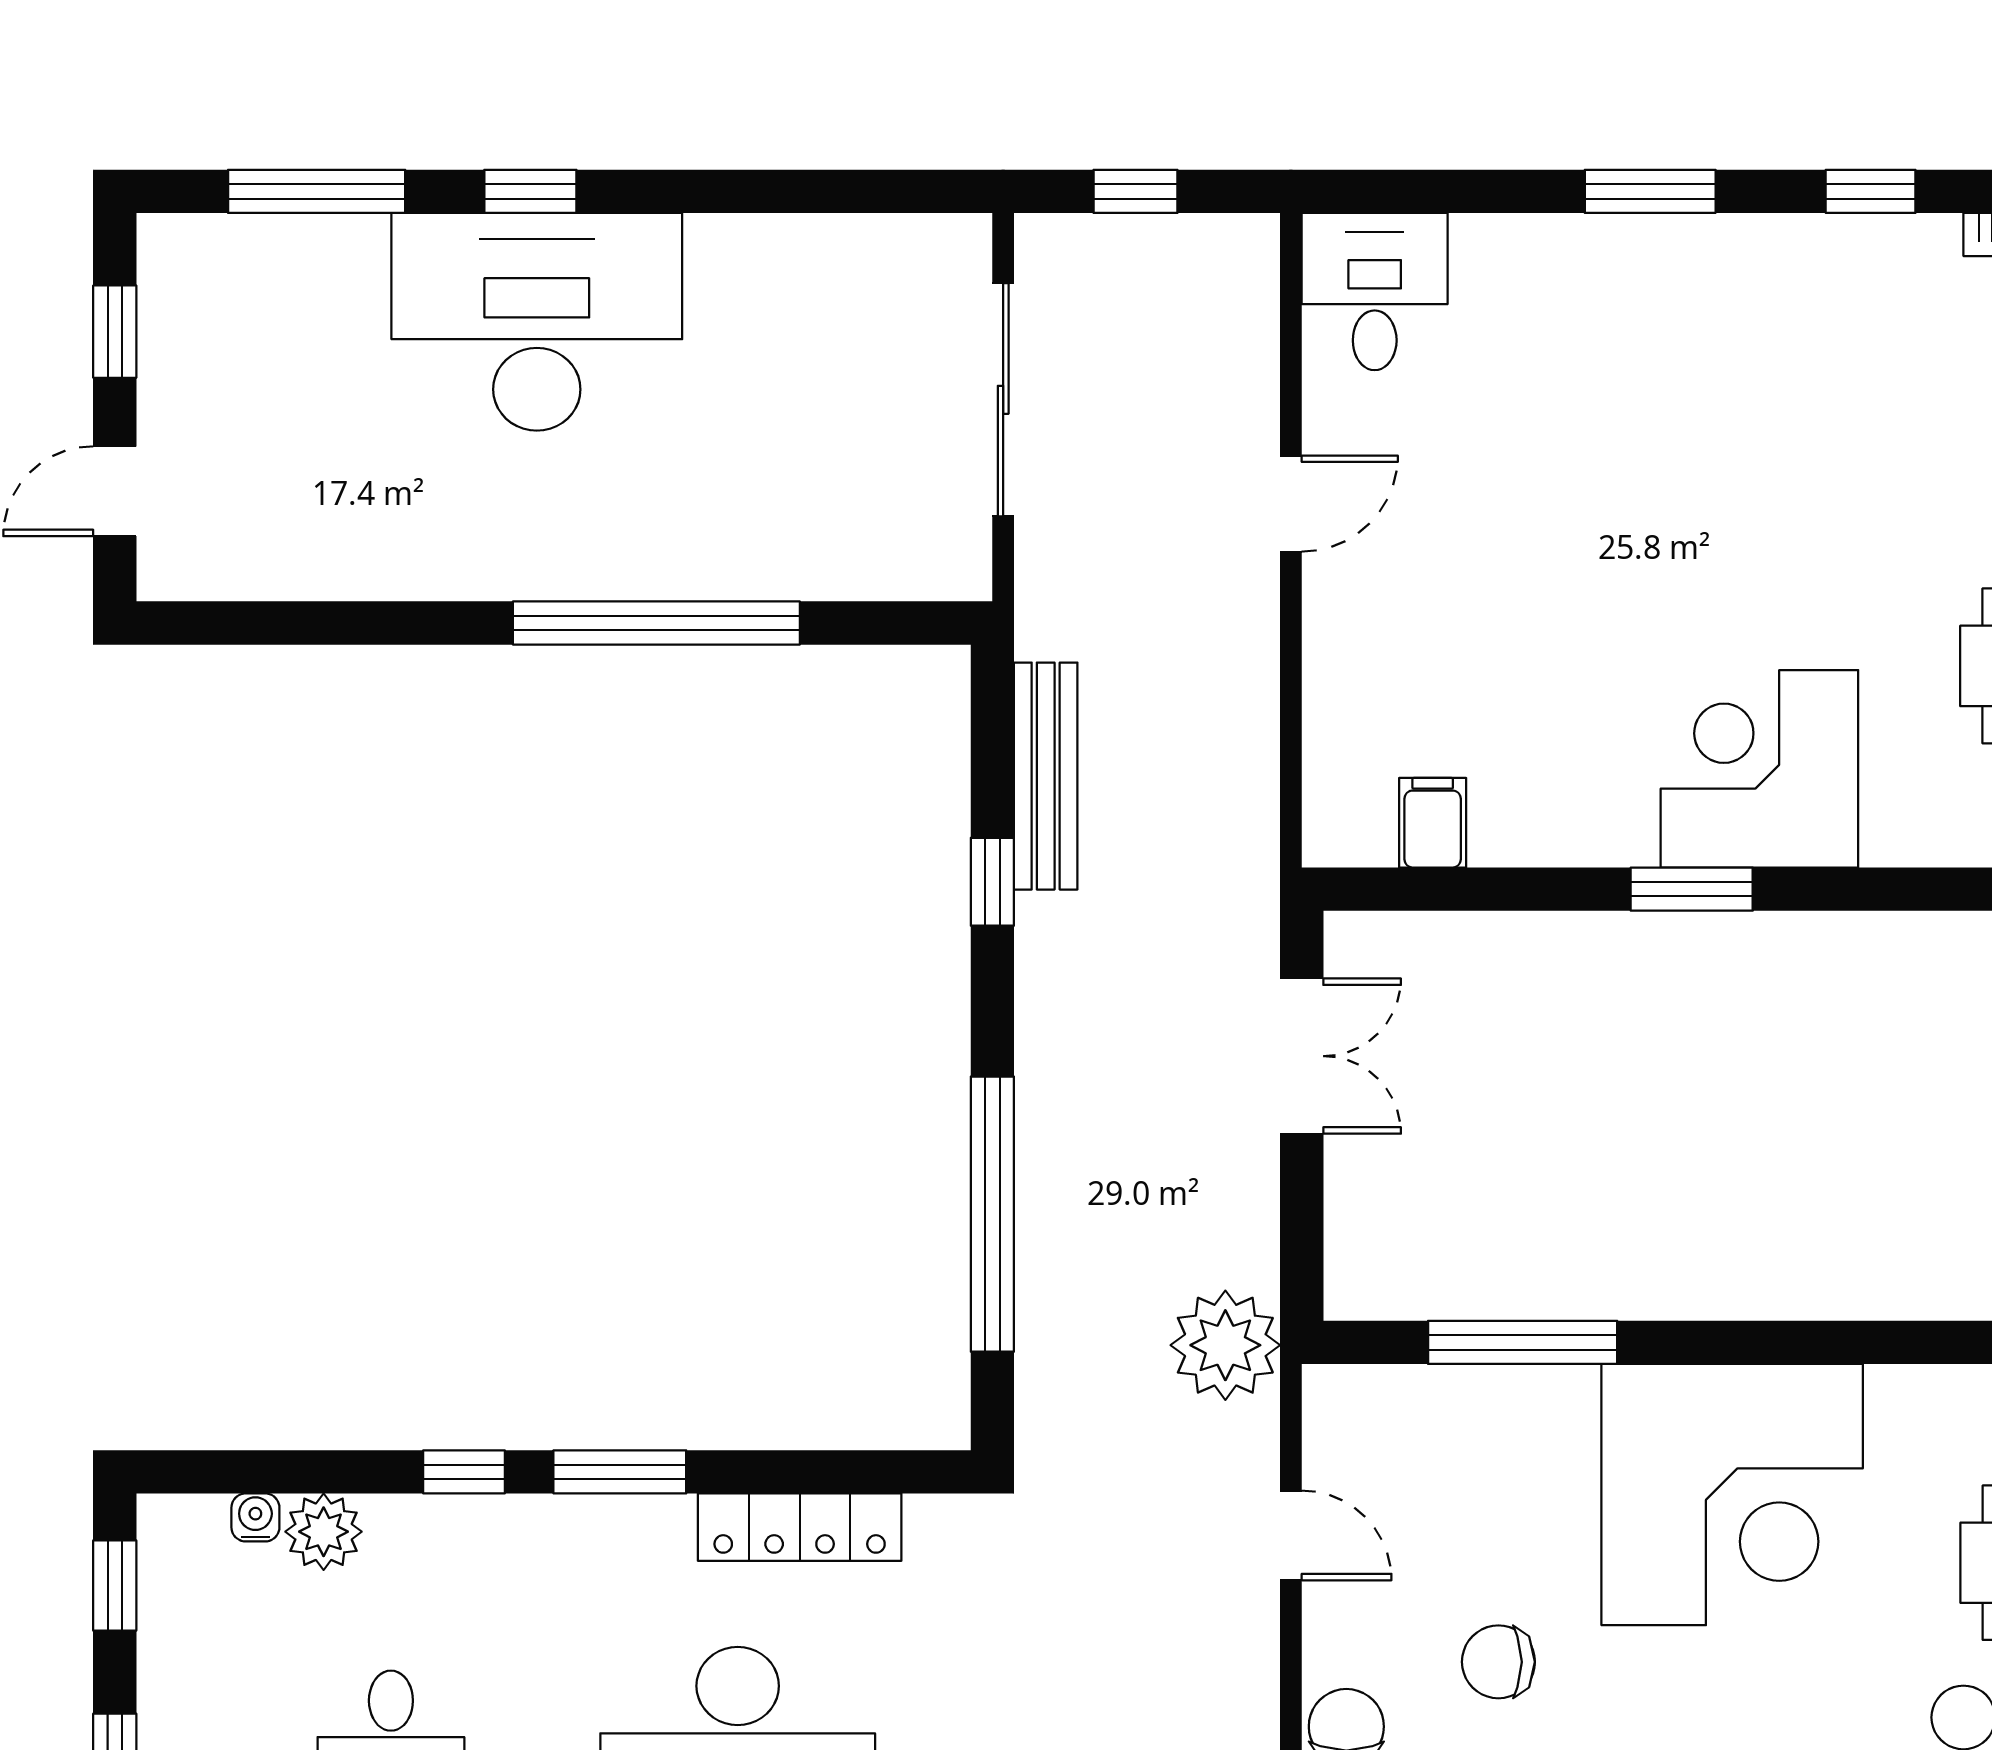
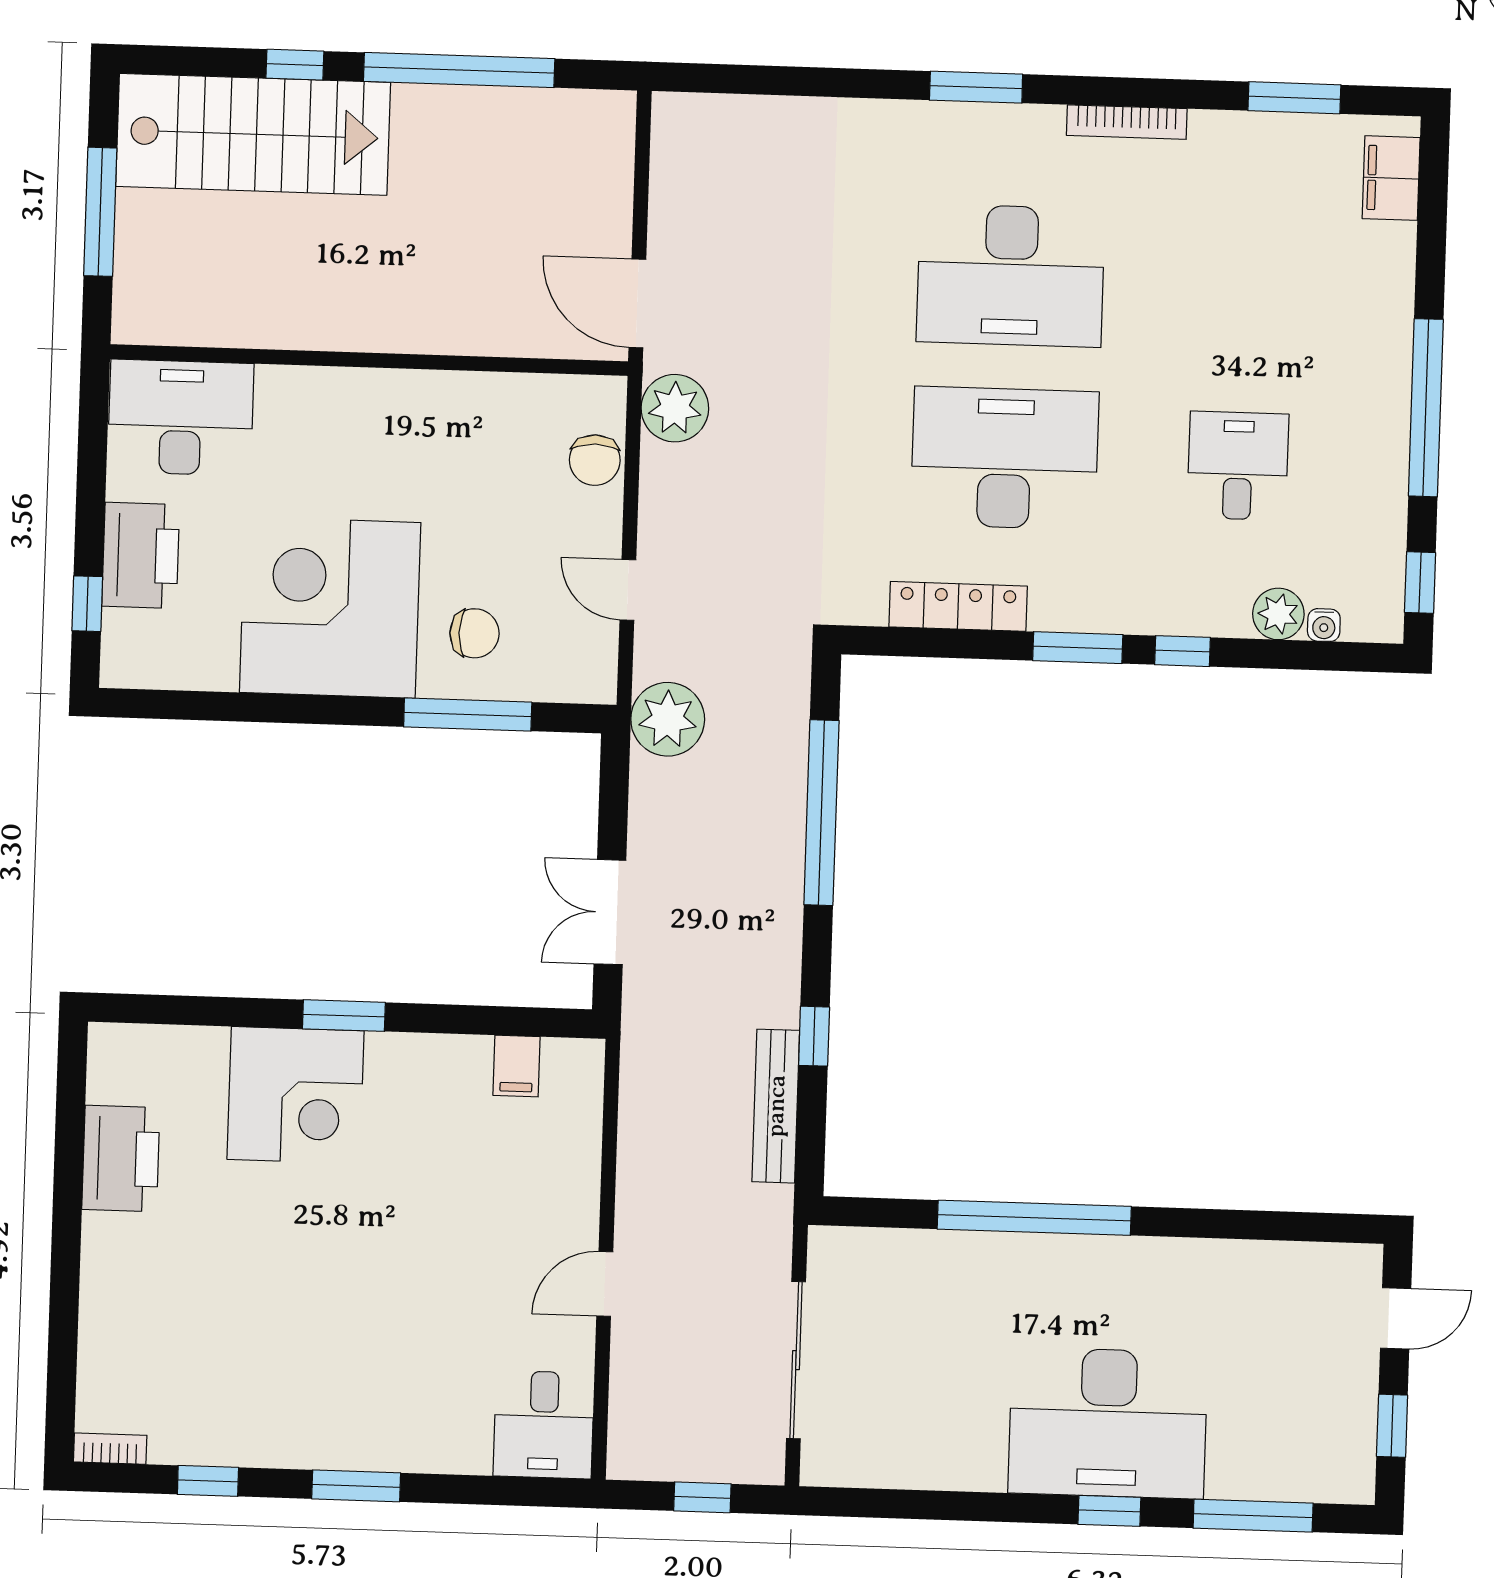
chair: (1498, 1662) -> (474, 633), moved

